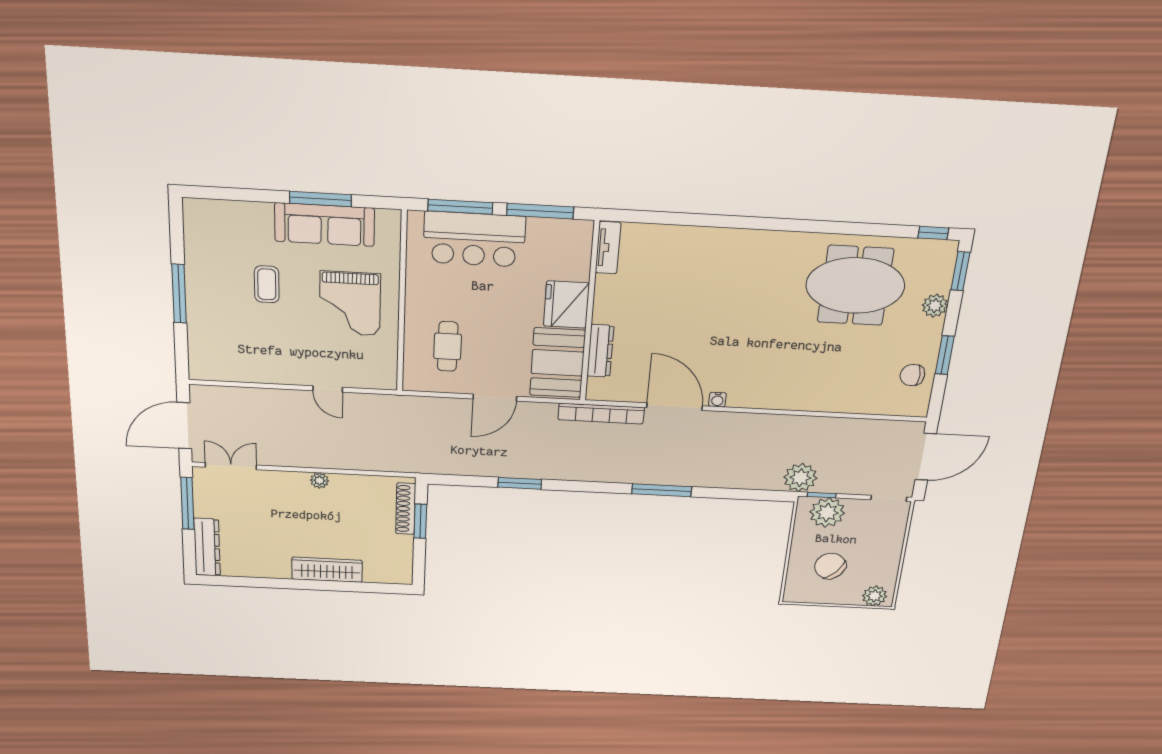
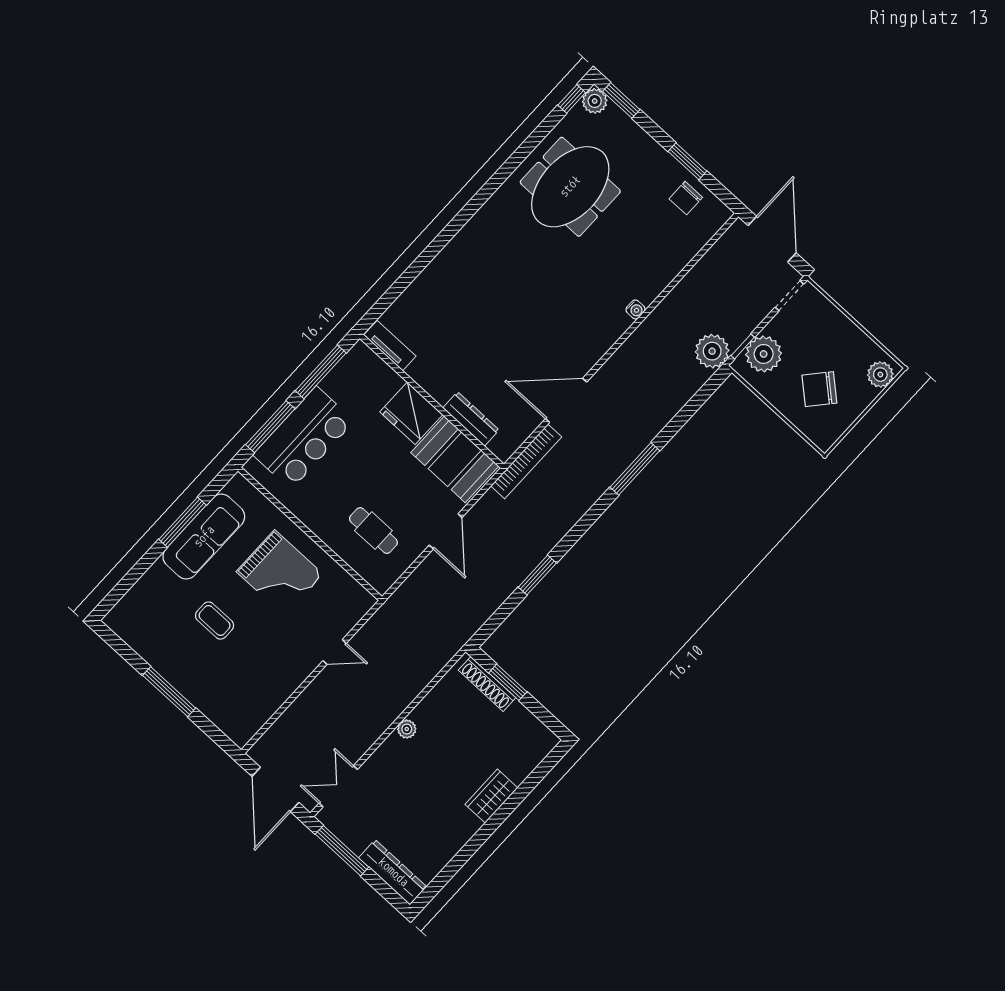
plant: (935, 306) -> (595, 101), moved
water cooler: (717, 400) -> (636, 309), moved
wardrobe: (327, 570) -> (491, 796), width x0.67

